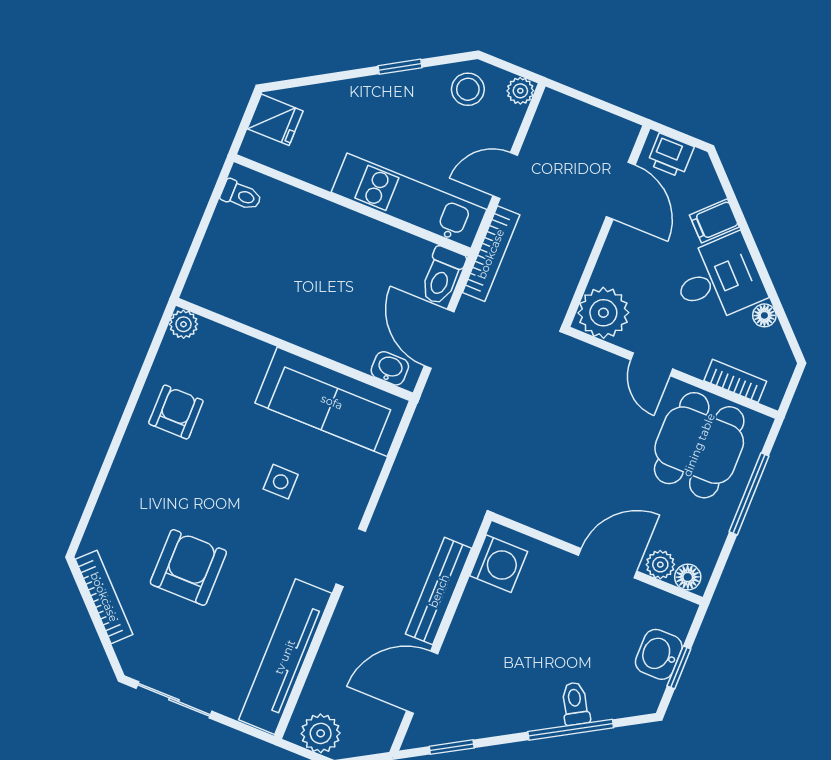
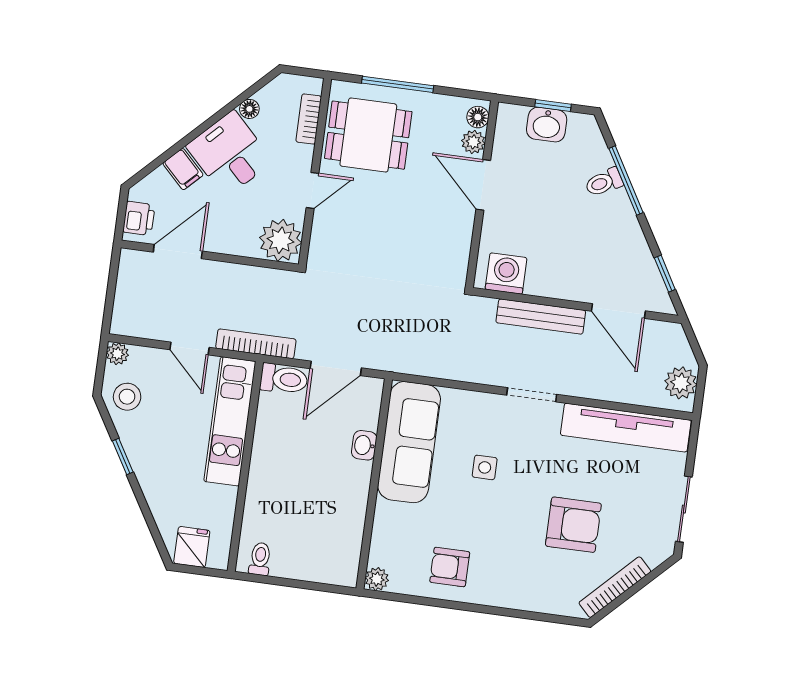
washbasin: (390, 368) -> (364, 445), moved
armchair: (188, 567) -> (573, 525), turned 180

